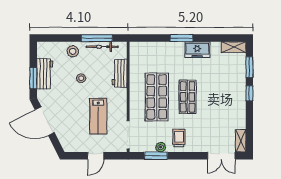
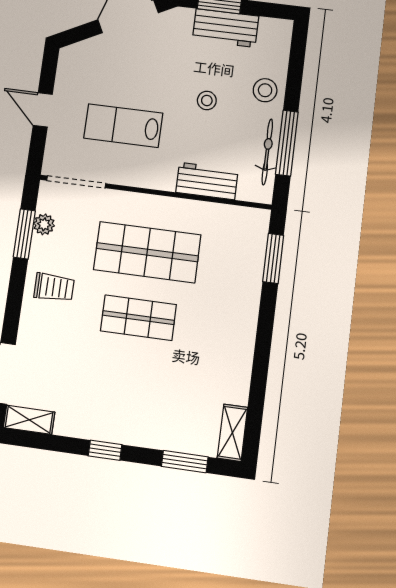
window: (181, 38) -> (273, 259), moved
freezer: (197, 50) -> (237, 352), removed
window: (249, 93) -> (105, 450), moved
plant: (161, 147) -> (44, 224), moved

